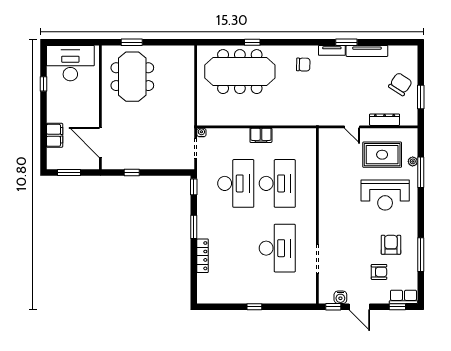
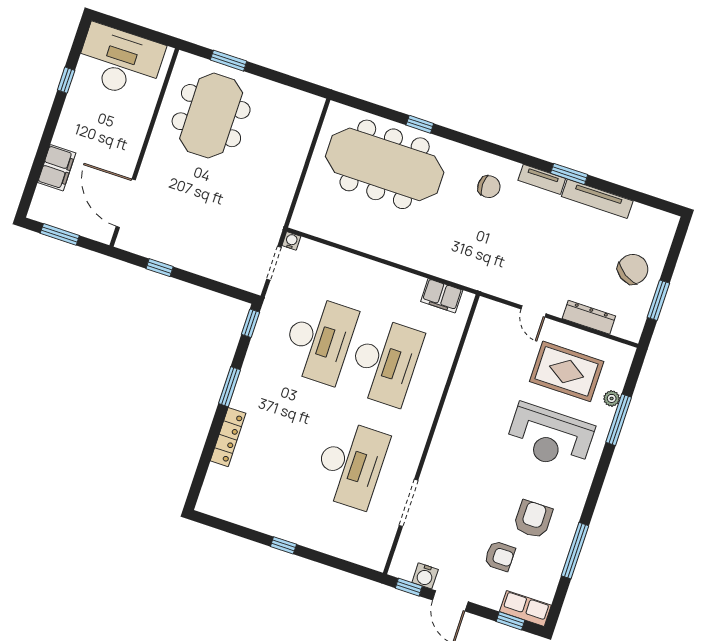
filing cabinet: (261, 135) -> (442, 296), moved

